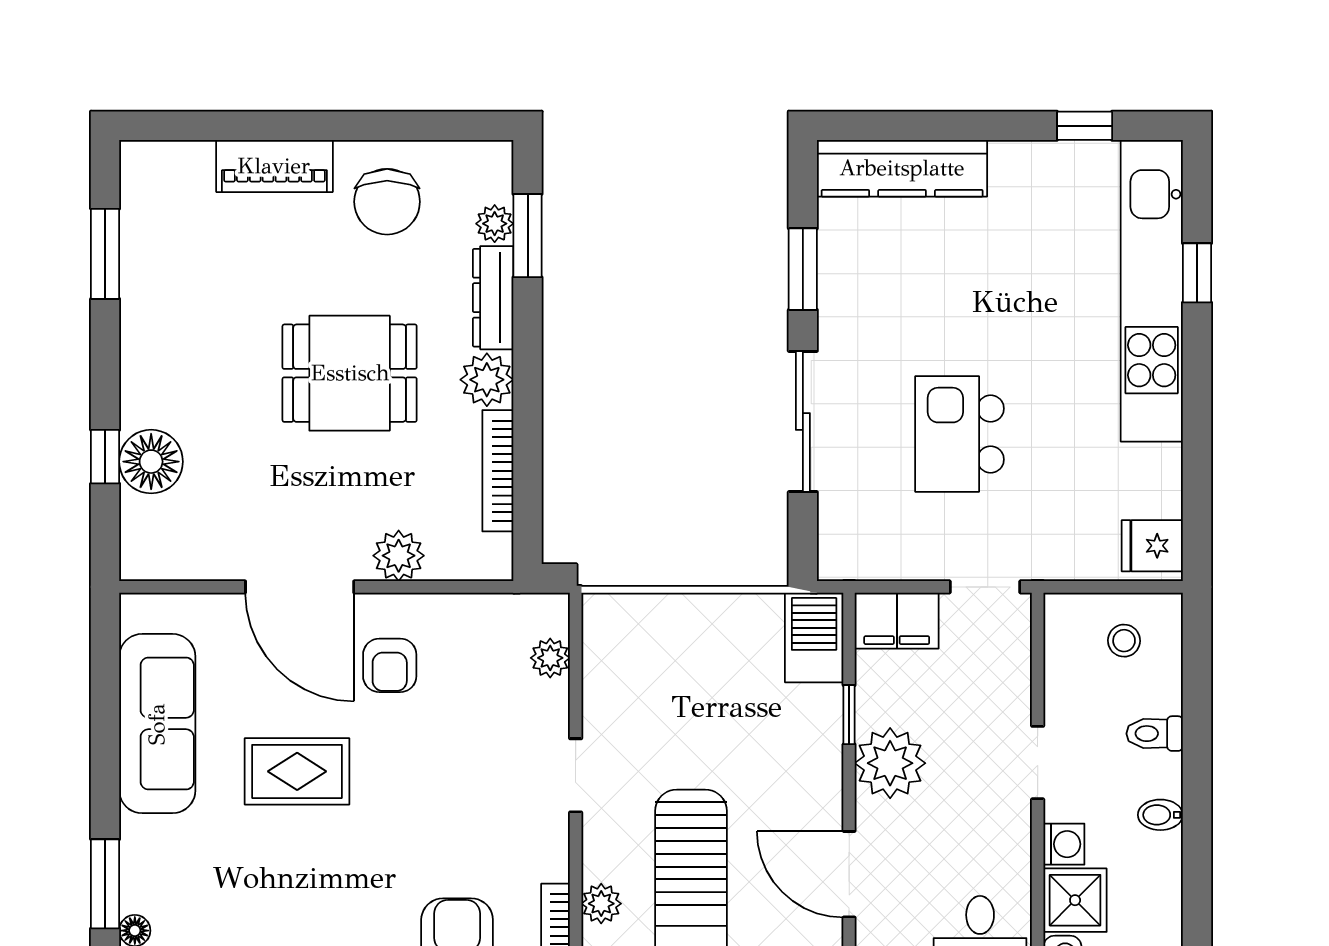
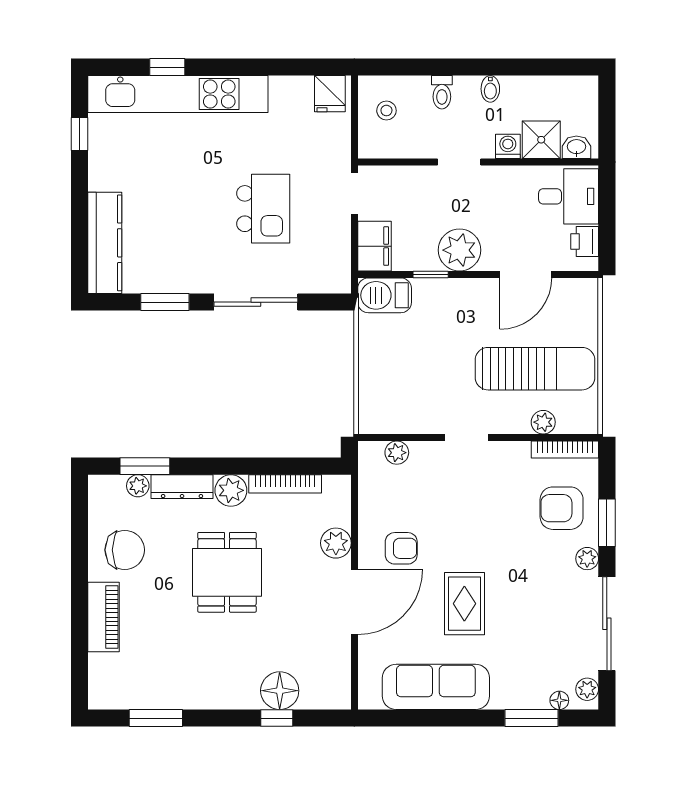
kitchen island: (960, 434) -> (263, 209), turned -90

